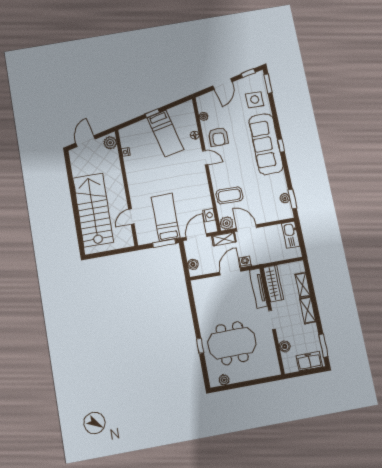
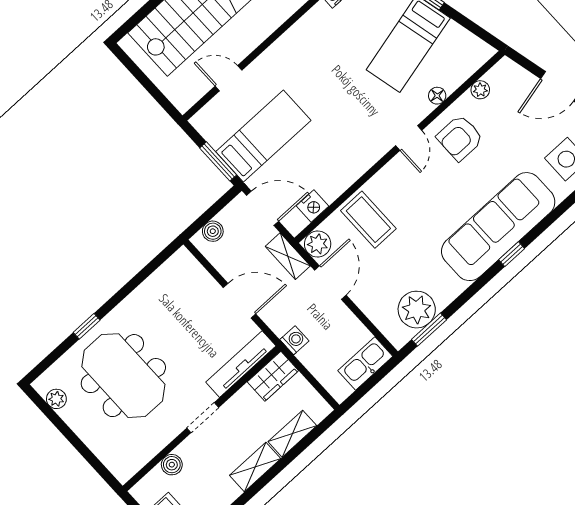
plant: (285, 198) -> (417, 310), width x1.87, depth x1.87
washing machine: (245, 262) -> (294, 340), moved
wardrobe: (273, 283) -> (273, 376), width x0.67

